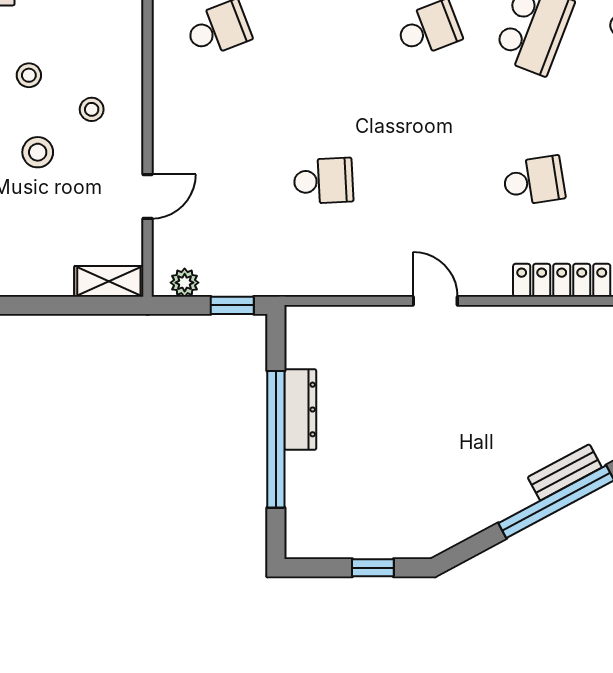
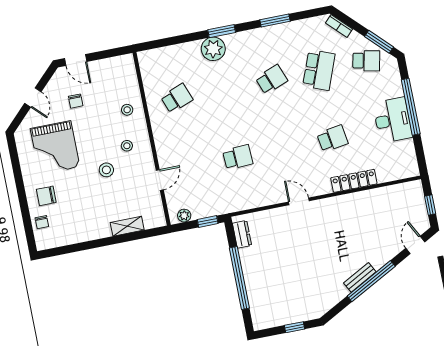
stool: (29, 75) -> (127, 110), moved
shelving: (109, 281) -> (127, 226), moved
dresser: (300, 409) -> (242, 234), moved, width x0.70
bench: (565, 472) -> (360, 277), moved

